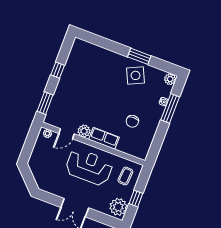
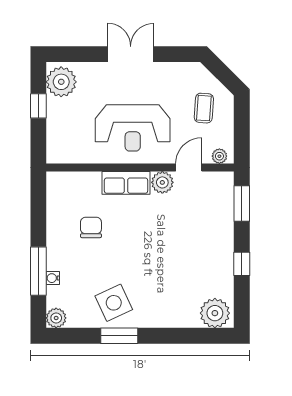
plant: (82, 49) -> (215, 313), added
coffee table: (125, 176) -> (204, 108), moved

